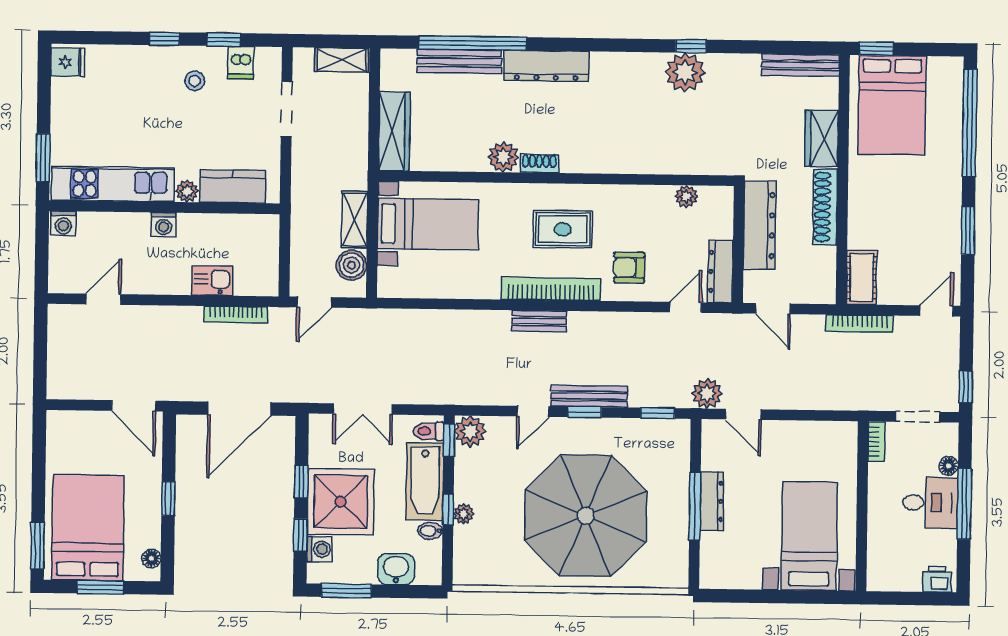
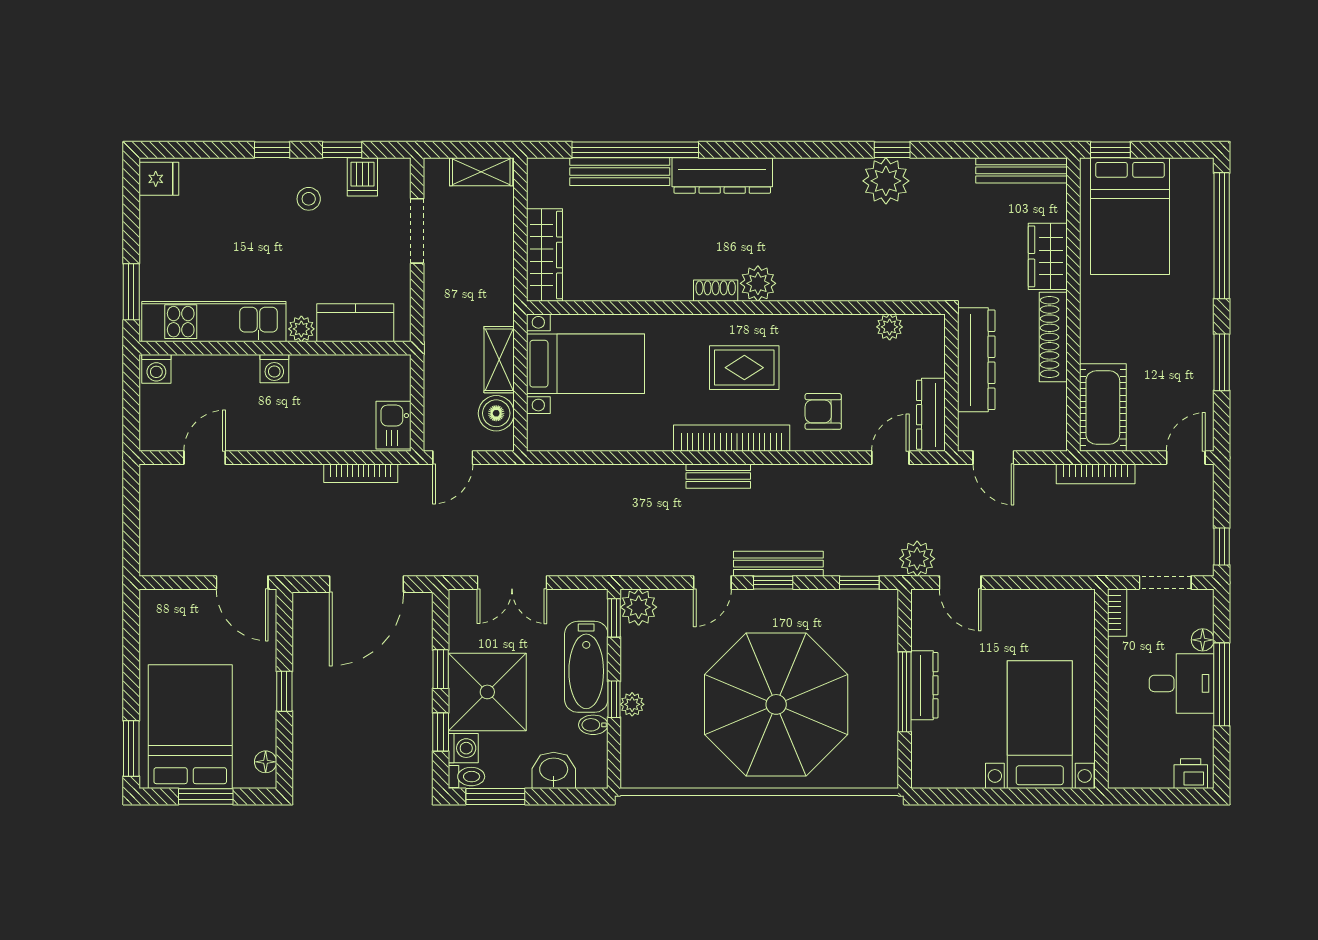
plant: (503, 157) -> (758, 283), moved
cot: (861, 277) -> (1103, 408), width x1.37, depth x1.34
kitchen sink: (212, 281) -> (394, 425), moved, turned -90
toilet: (428, 431) -> (467, 777), moved, turned 180

